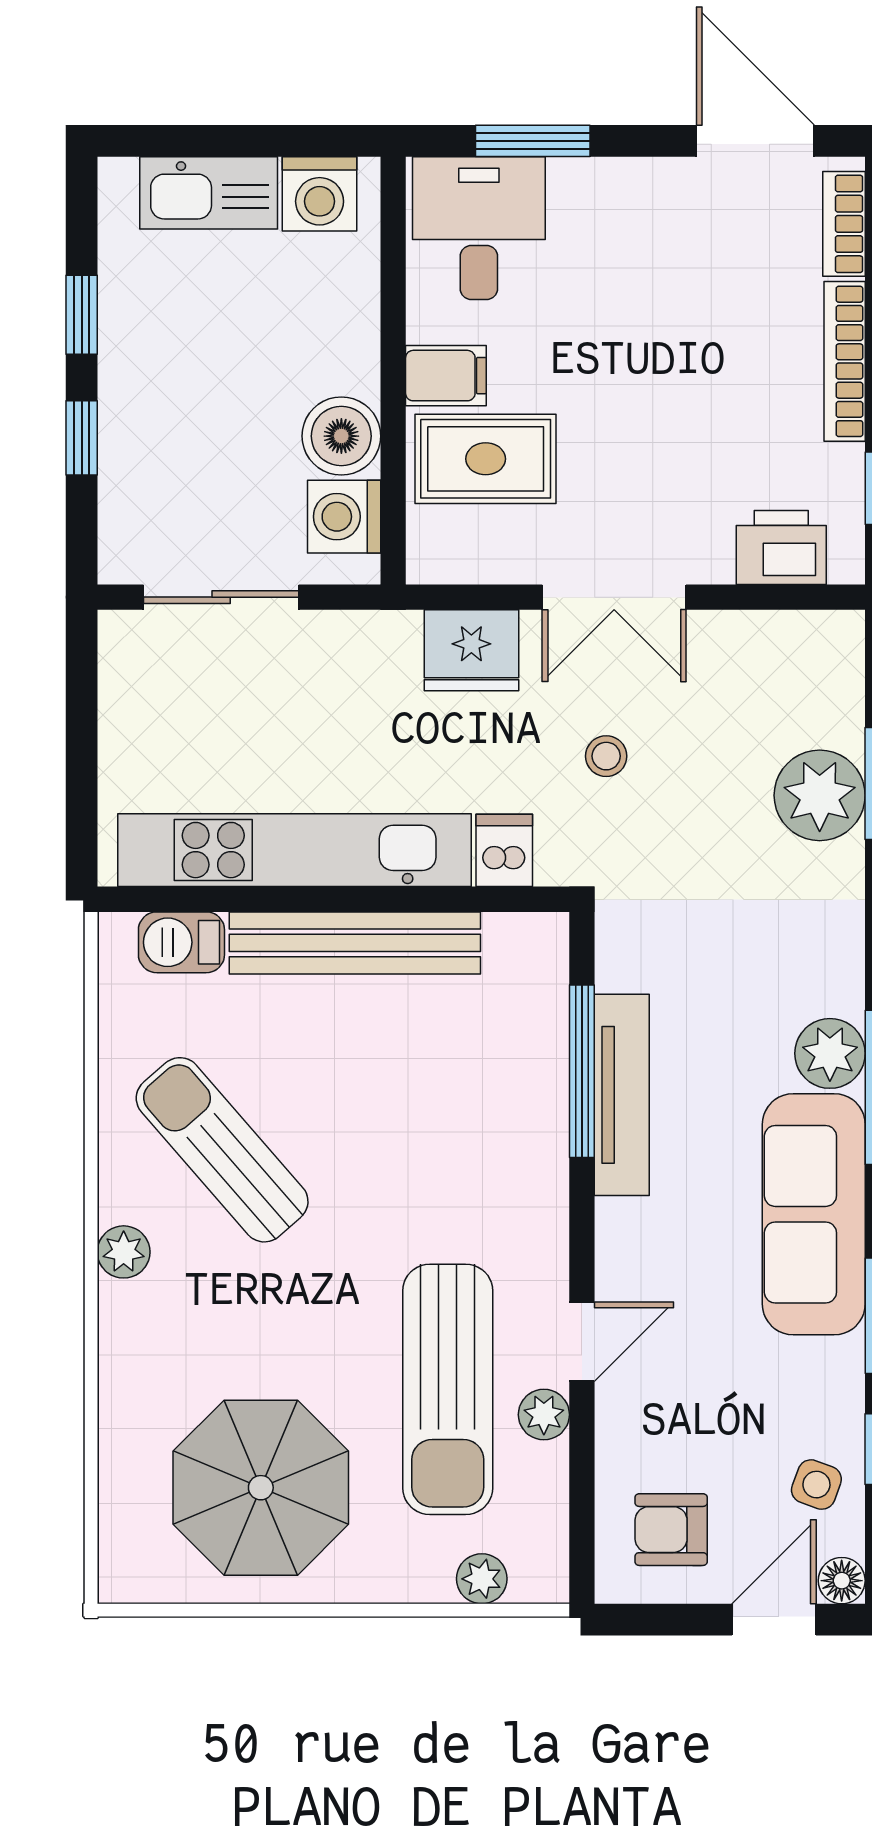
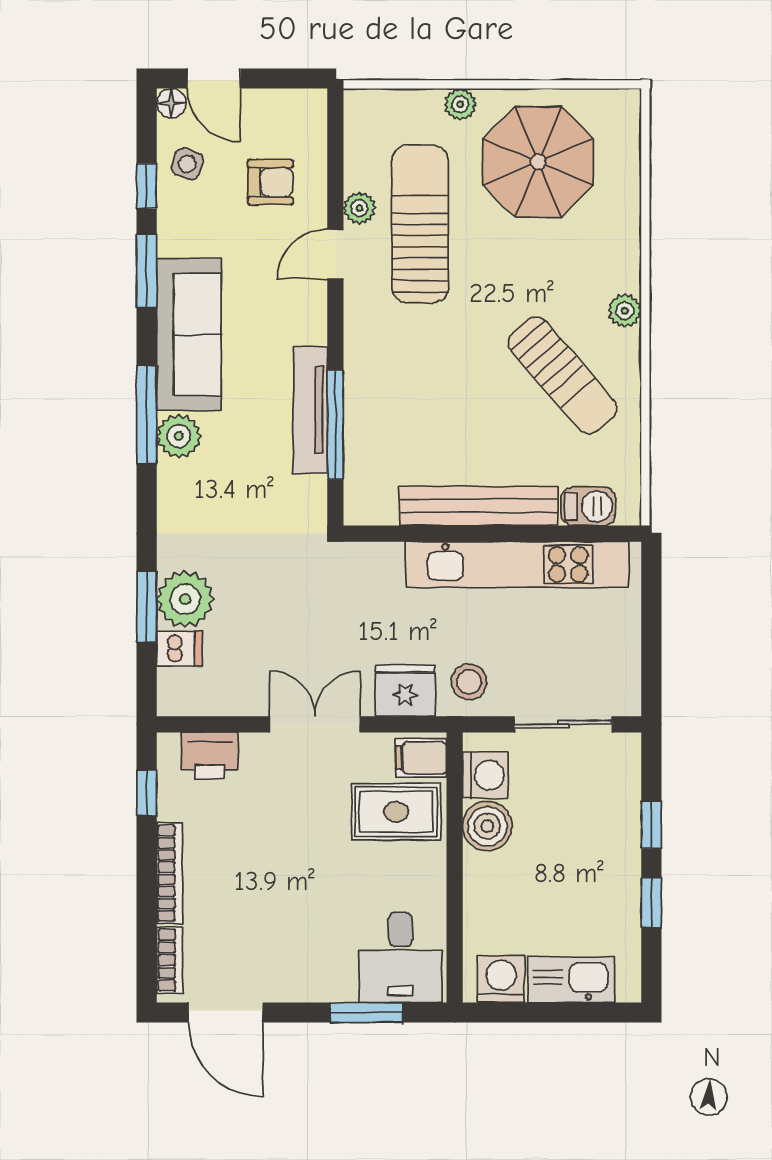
filing cabinet: (446, 376) -> (421, 758), moved
stool: (606, 756) -> (469, 682), moved, width x1.37, depth x1.37
dishwasher: (504, 850) -> (179, 649), moved, turned -90
armchair: (671, 1530) -> (270, 182), moved
plant: (482, 1579) -> (460, 104), moved
door: (774, 1620) -> (214, 79), hinge flipped

